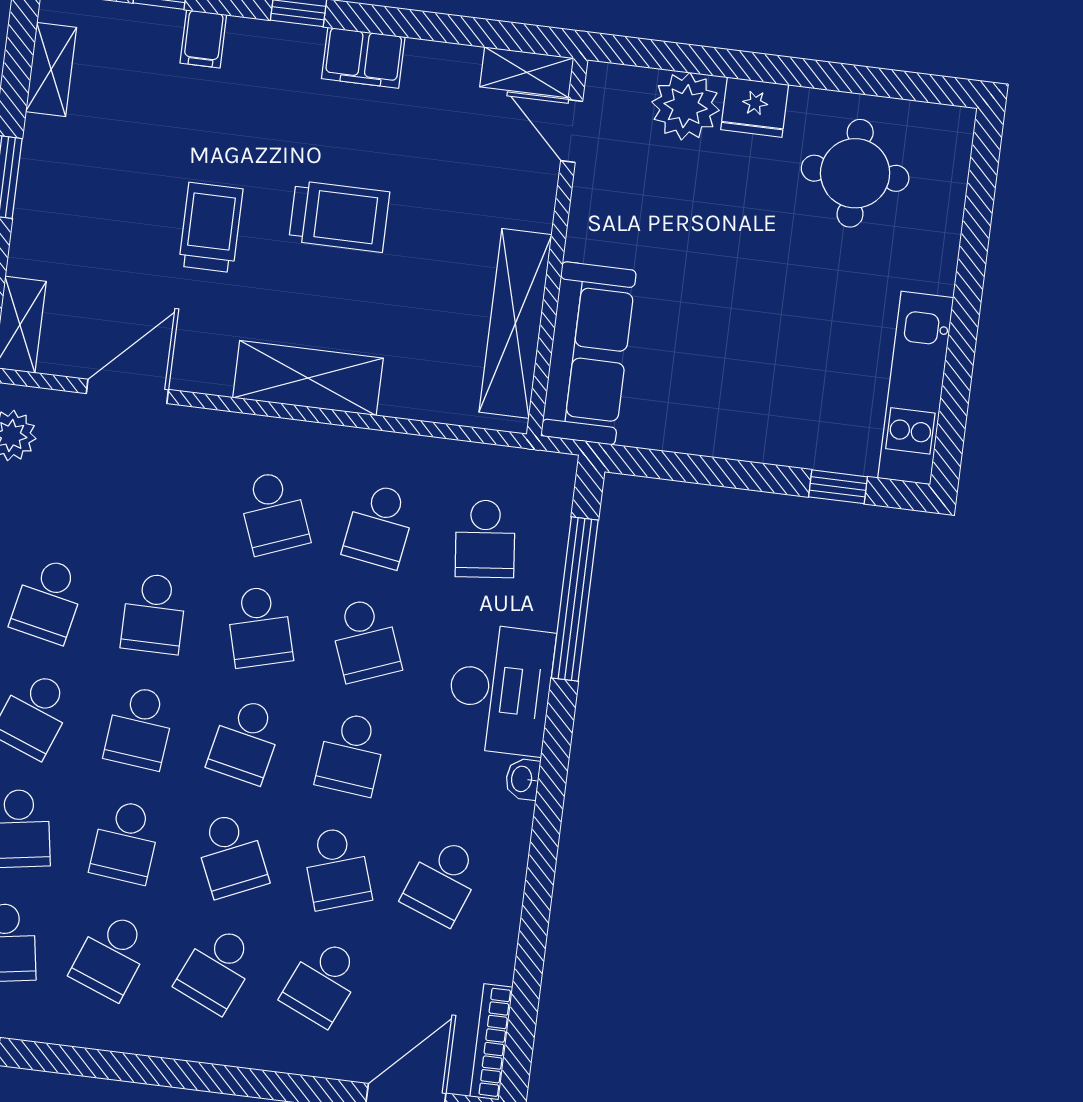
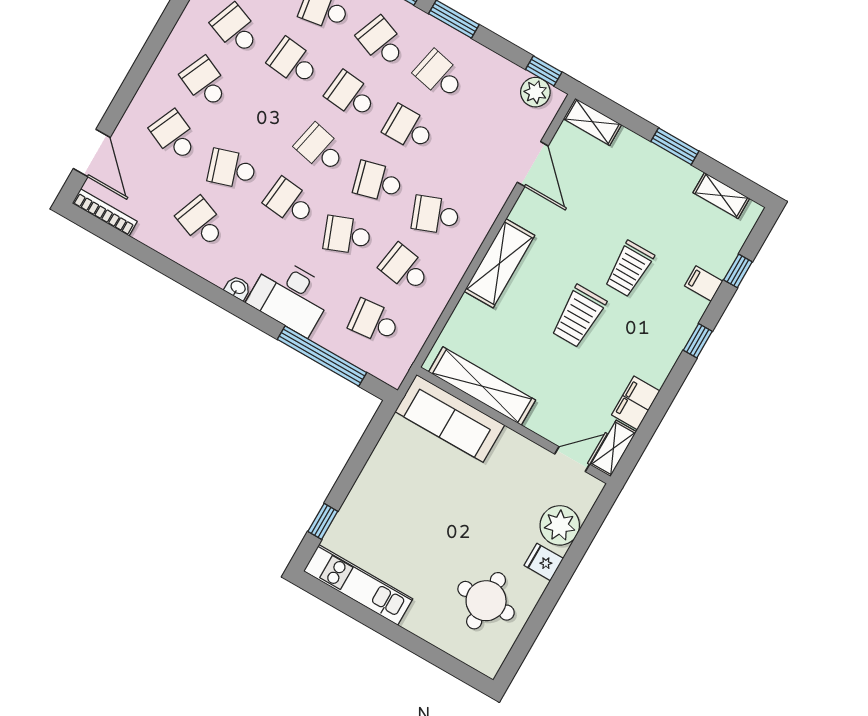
filing cabinet: (363, 58) -> (636, 403), moved
fridge: (755, 107) -> (544, 562), width x0.72
trolley: (211, 227) -> (629, 269), moved, turned 90
school desk: (231, 855) -> (263, 116), removed

